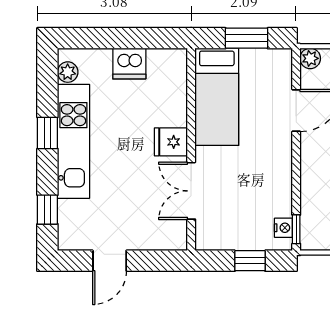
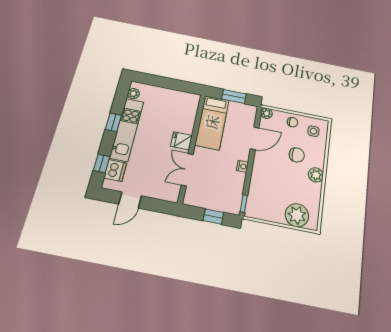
dishwasher: (129, 64) -> (115, 170), moved, turned -90
nightstand: (283, 228) -> (242, 166), moved

